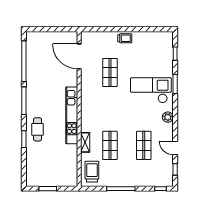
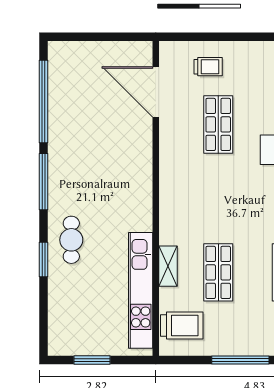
trolley: (125, 38) -> (208, 67), moved
kitchen unit: (72, 115) -> (141, 290), moved
trolley: (92, 172) -> (182, 325), turned 90

